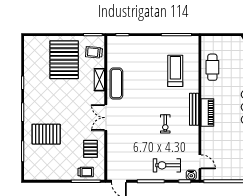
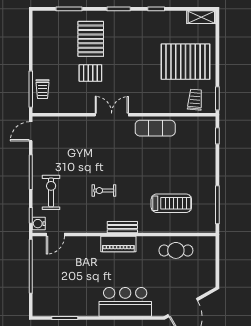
shelving: (99, 80) -> (201, 17), moved
bench: (194, 109) -> (122, 227), width x0.73
pallet: (90, 149) -> (90, 73), moved

